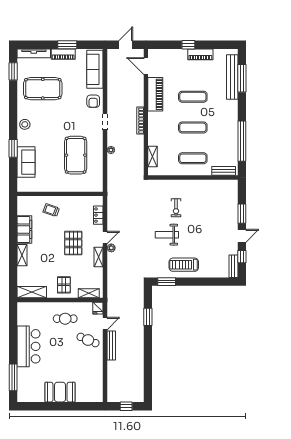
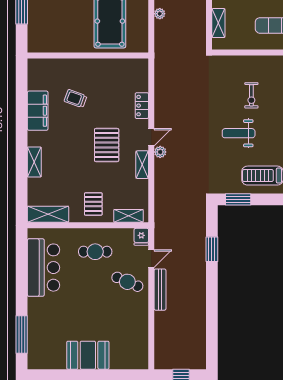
sofa: (26, 162) -> (40, 31), removed
wall: (60, 194) -> (88, 55), moved
filing cabinet: (24, 229) -> (38, 111), moved
bar counter: (29, 346) -> (44, 268), moved

